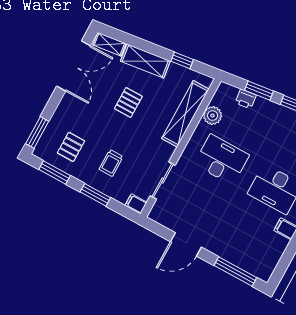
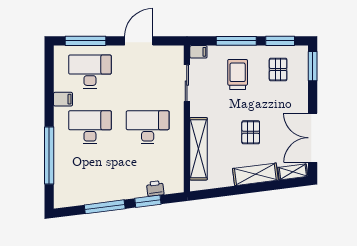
window: (182, 60) -> (225, 192), removed
plant: (213, 116) -> (175, 160), removed
desk: (222, 160) -> (148, 127), turned 180
trolley: (111, 163) -> (238, 74), width x1.36, depth x1.39
window: (95, 195) -> (236, 41), width x1.44
desk: (247, 241) -> (90, 72), added

